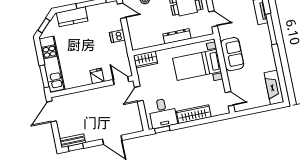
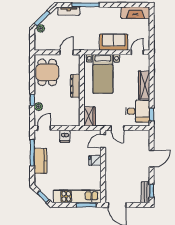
kitchen counter: (72, 17) -> (41, 161), moved
sofa: (232, 54) -> (114, 42), moved

